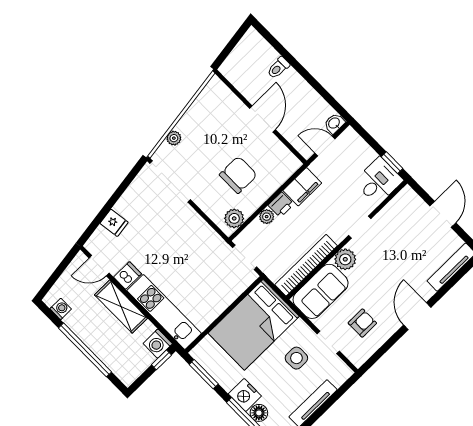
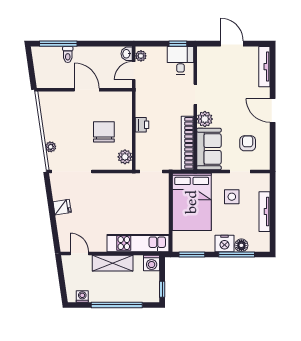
window: (280, 48) -> (58, 44), added
filing cabinet: (302, 187) -> (144, 104), removed
plant: (267, 217) -> (141, 56), moved
fridge: (114, 223) -> (62, 207), moved
door: (99, 266) -> (79, 253), swing flipped
dishwasher: (128, 275) -> (99, 243), removed
window: (161, 360) -> (162, 289), moved

